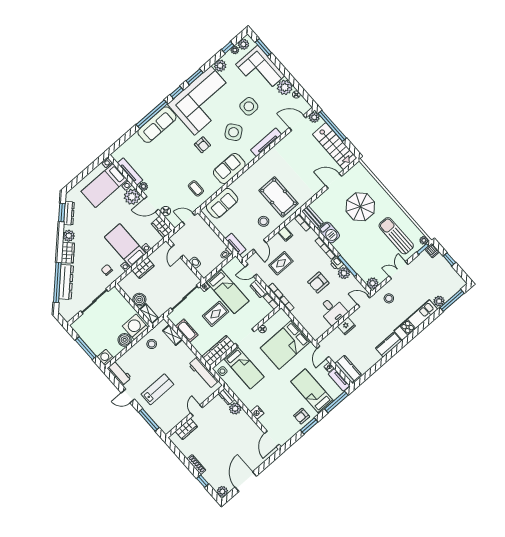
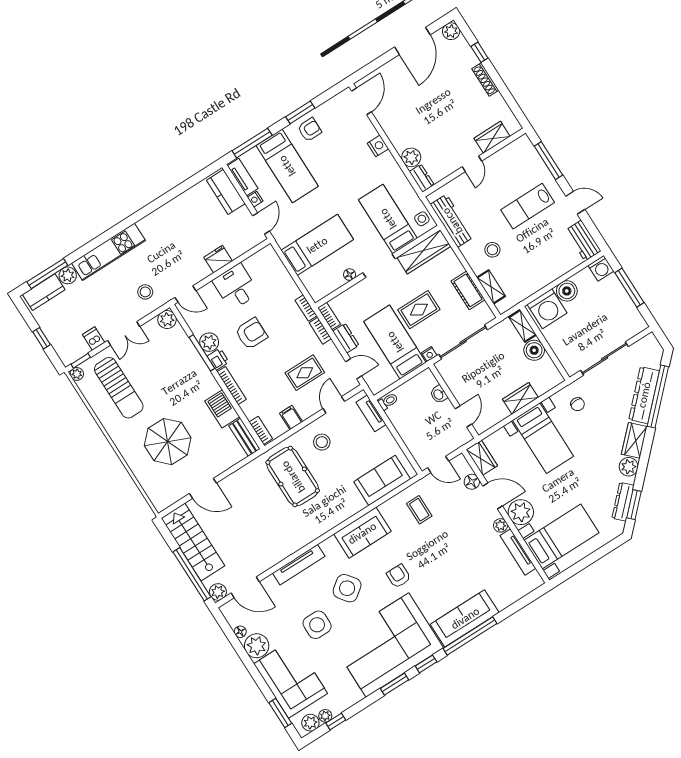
plant: (220, 66) -> (352, 695), removed
dishwasher: (432, 251) -> (94, 339), moved
stool: (152, 344) -> (492, 250), moved
bed: (286, 345) -> (317, 245), width x0.67
kitchen counter: (389, 345) -> (44, 292), moved

